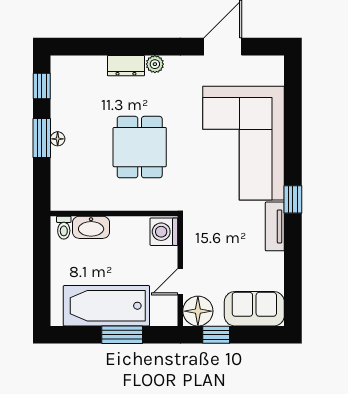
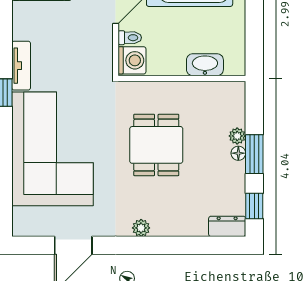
dresser: (126, 66) -> (227, 226), moved
plant: (59, 156) -> (237, 136), added
toilet: (64, 228) -> (130, 38), moved, turned 90

